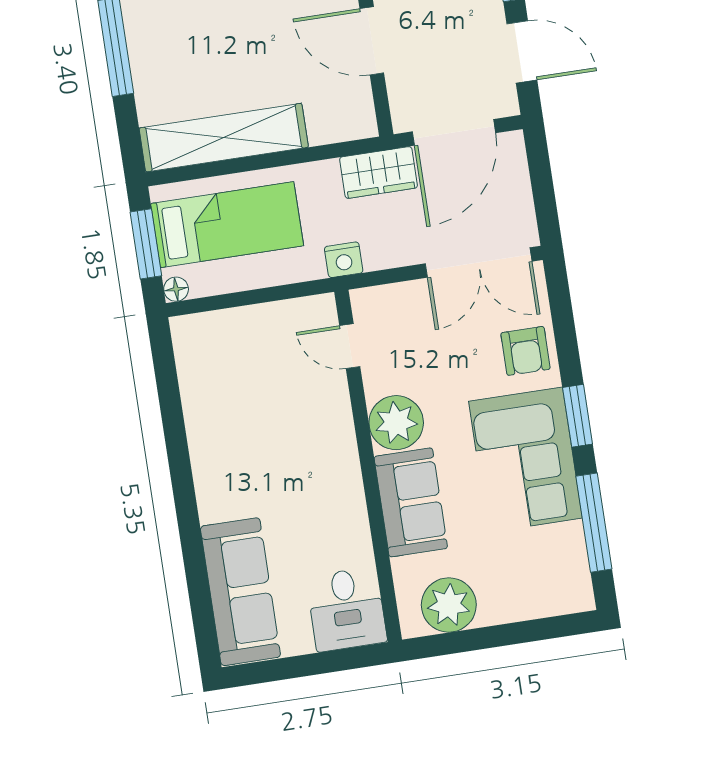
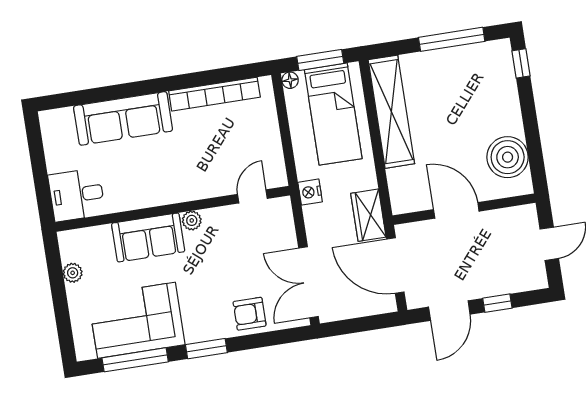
door: (372, 41) -> (456, 210), hinge flipped
bookcase: (196, 402) -> (214, 94), added
plant: (396, 423) -> (192, 220), width x0.53, depth x0.53
corner sofa: (525, 460) -> (136, 320), moved
sofa: (240, 592) -> (123, 118), moved
plant: (449, 605) -> (73, 273), width x0.53, depth x0.53

